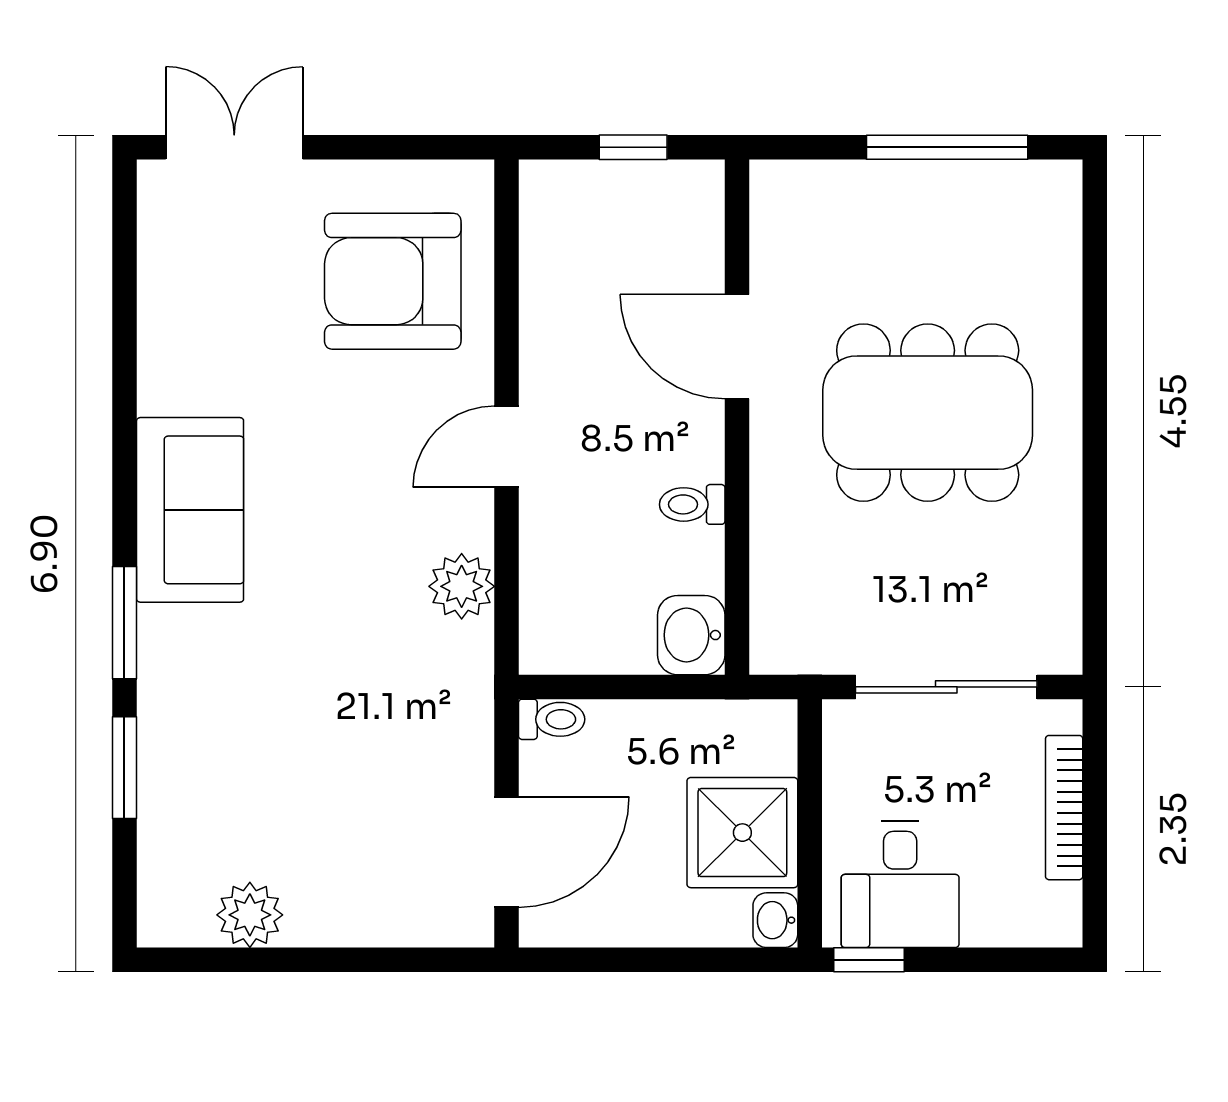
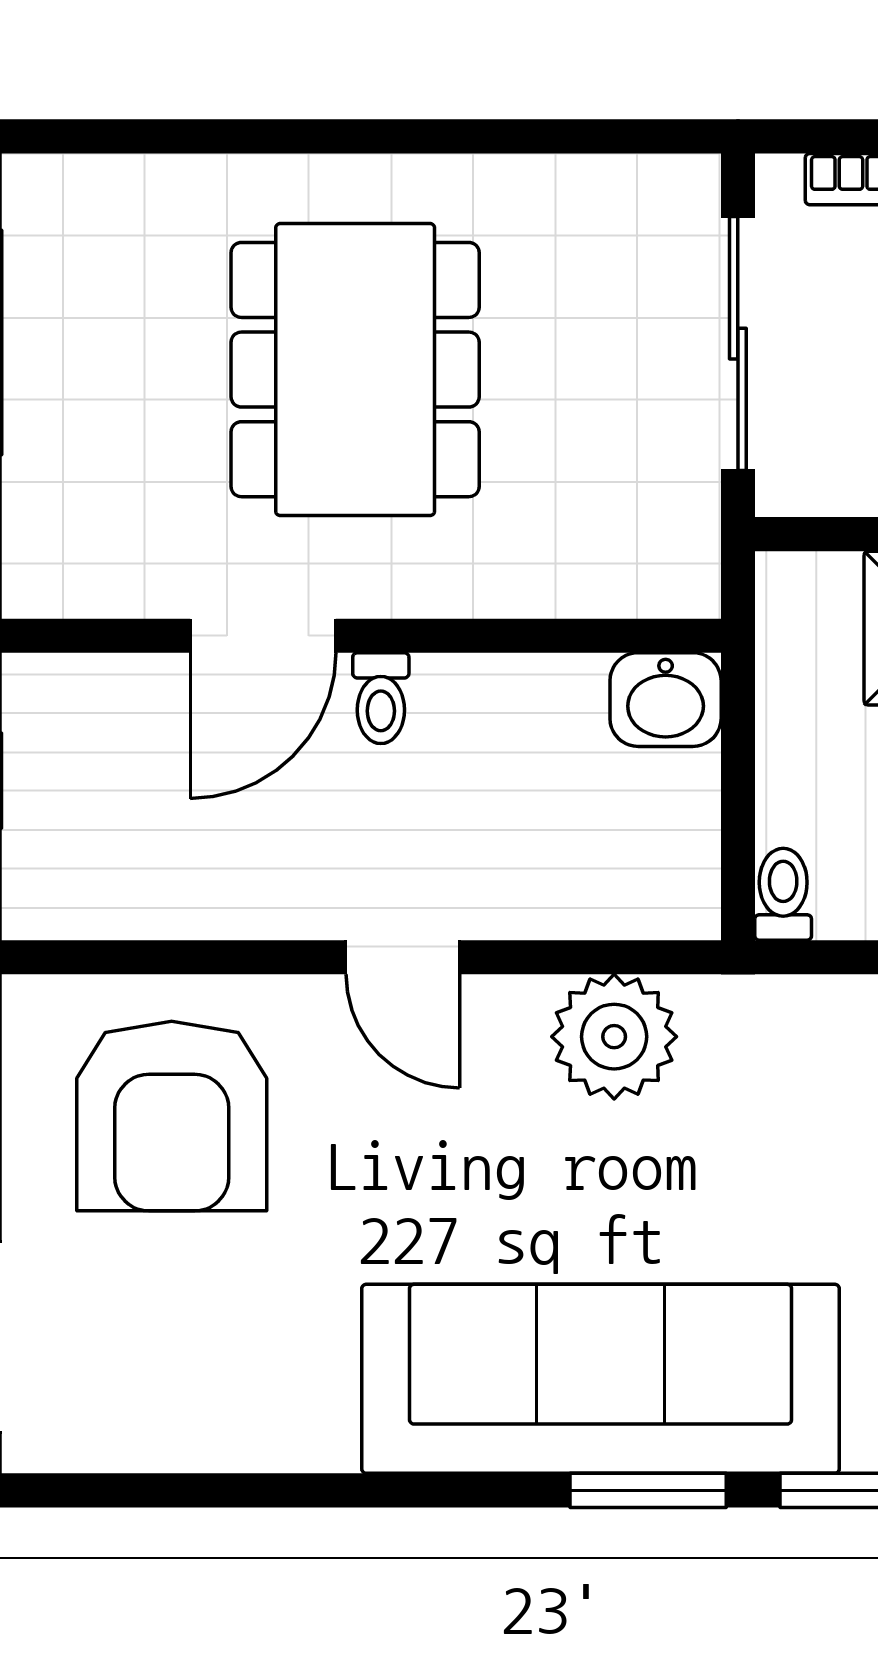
toilet: (692, 504) -> (381, 698), moved
sofa: (190, 510) -> (601, 1379), width x1.85, depth x1.27
plant: (462, 586) -> (614, 1037), width x1.36, depth x1.36

